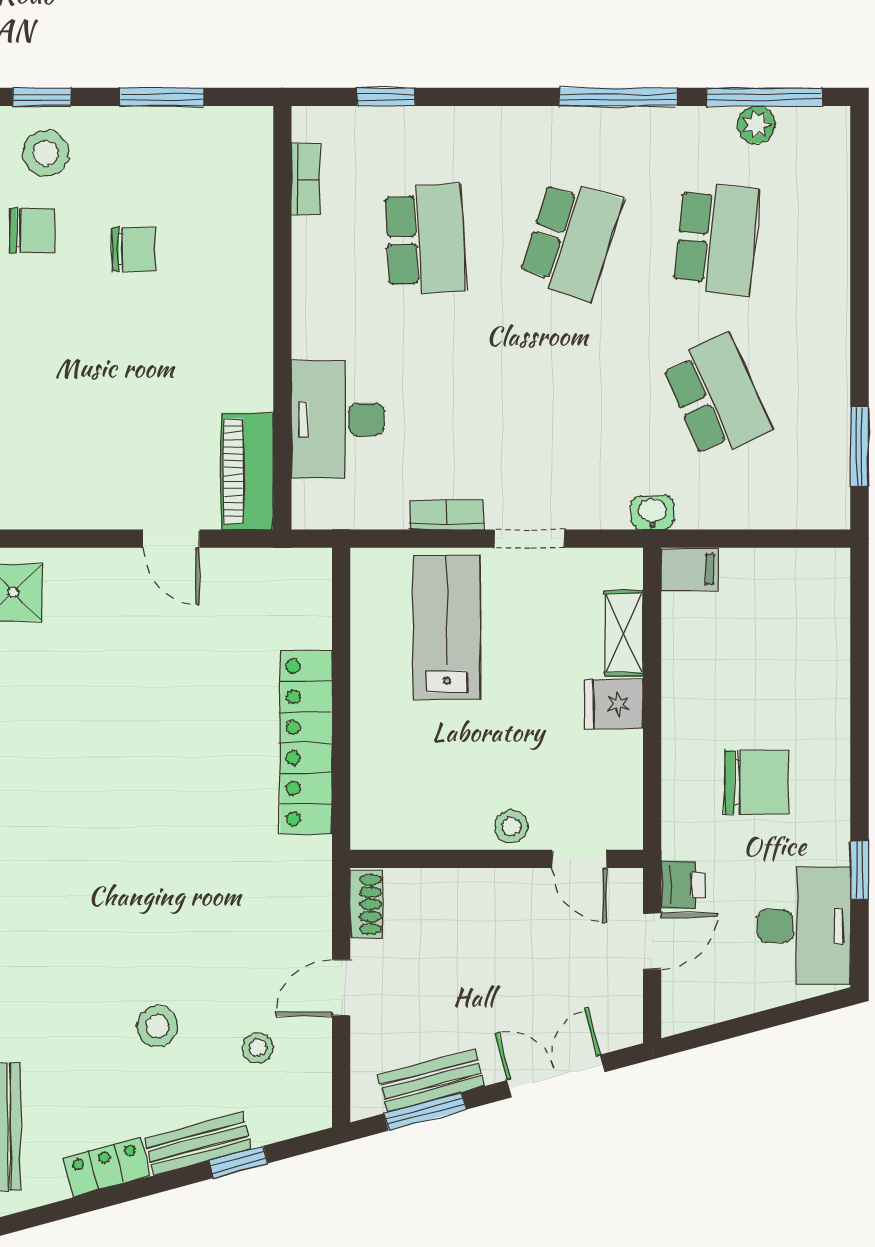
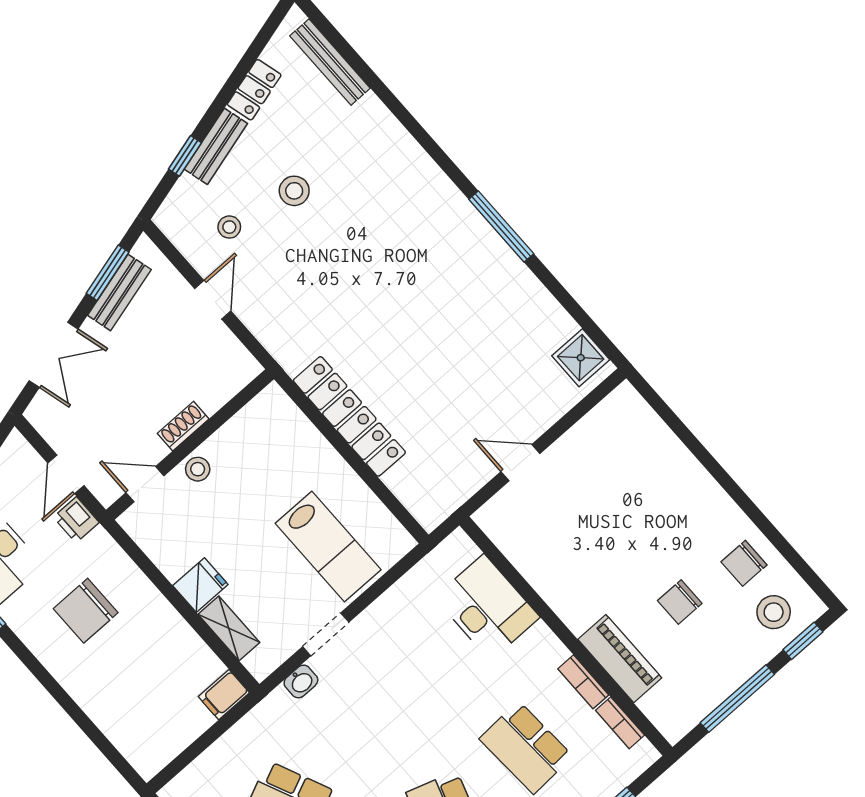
window: (162, 97) -> (737, 699), width x1.44
piano: (247, 471) -> (620, 659), moved
washbasin: (653, 513) -> (301, 681), moved
bookcase: (447, 515) -> (583, 682), moved, turned 90
shoe rack: (366, 904) -> (183, 426), moved, turned 90

